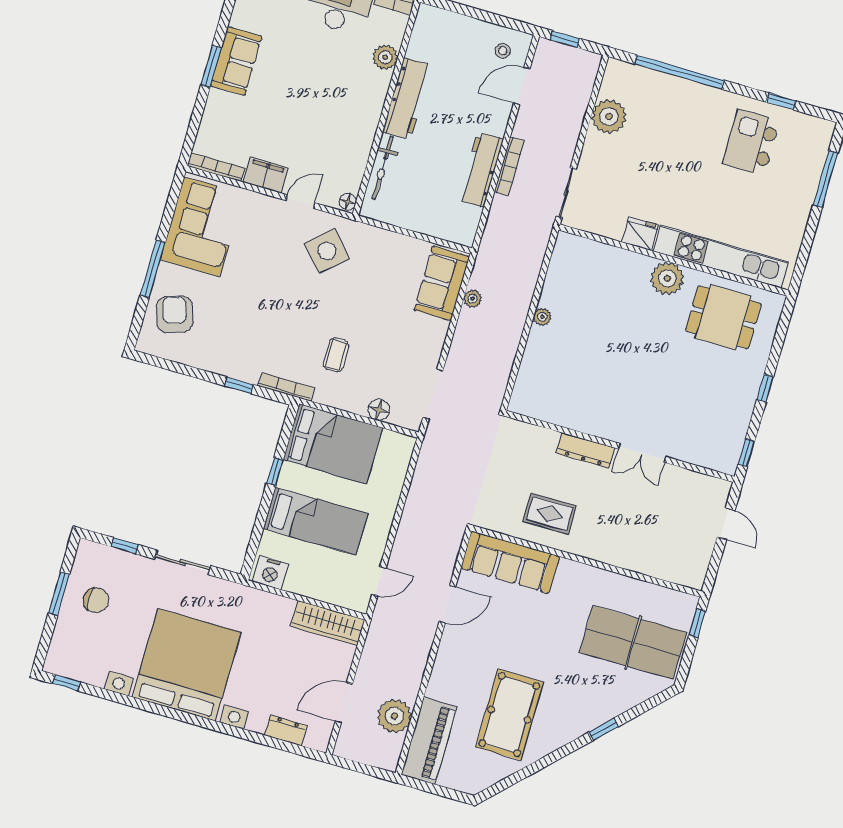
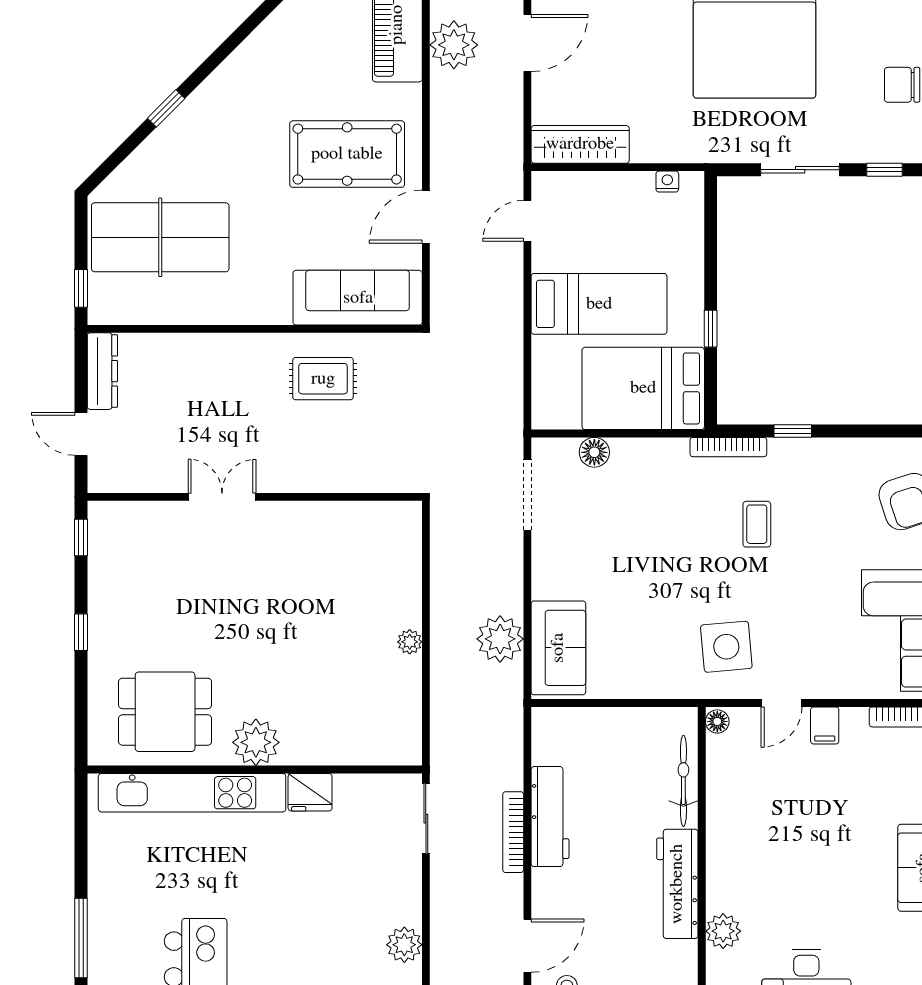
plant: (609, 117) -> (404, 945), width x0.73, depth x0.73
filing cabinet: (266, 175) -> (825, 725), width x0.50
side table: (327, 251) -> (726, 647), turned 37
plant: (473, 299) -> (500, 639), width x1.88, depth x1.88
coffee table: (336, 355) -> (757, 524), moved
dresser: (585, 450) -> (102, 371), moved, turned 90
bed: (315, 521) -> (599, 304), moved, turned 180
nightstand: (270, 573) -> (667, 182), width x0.53, depth x0.56
pool table: (509, 715) -> (347, 154), moved, turned 90

